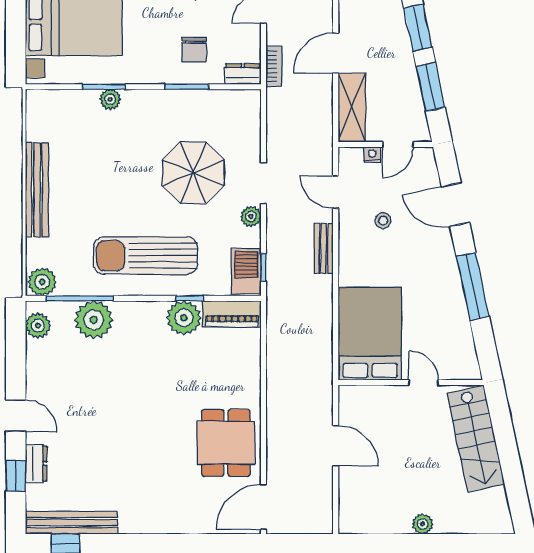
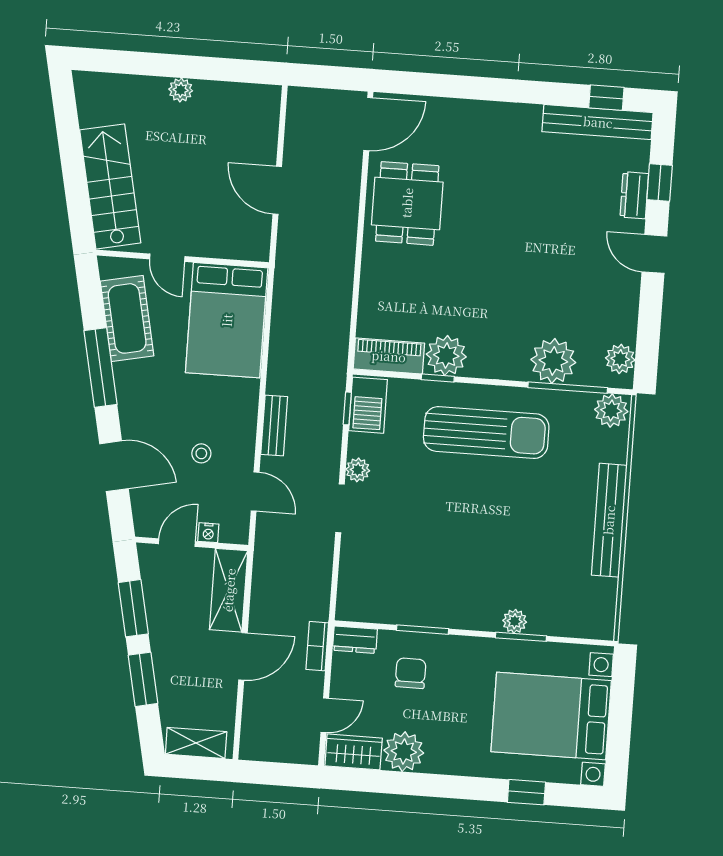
parasol: (193, 173) -> (422, 527), removed
cot: (453, 329) -> (127, 318), added

